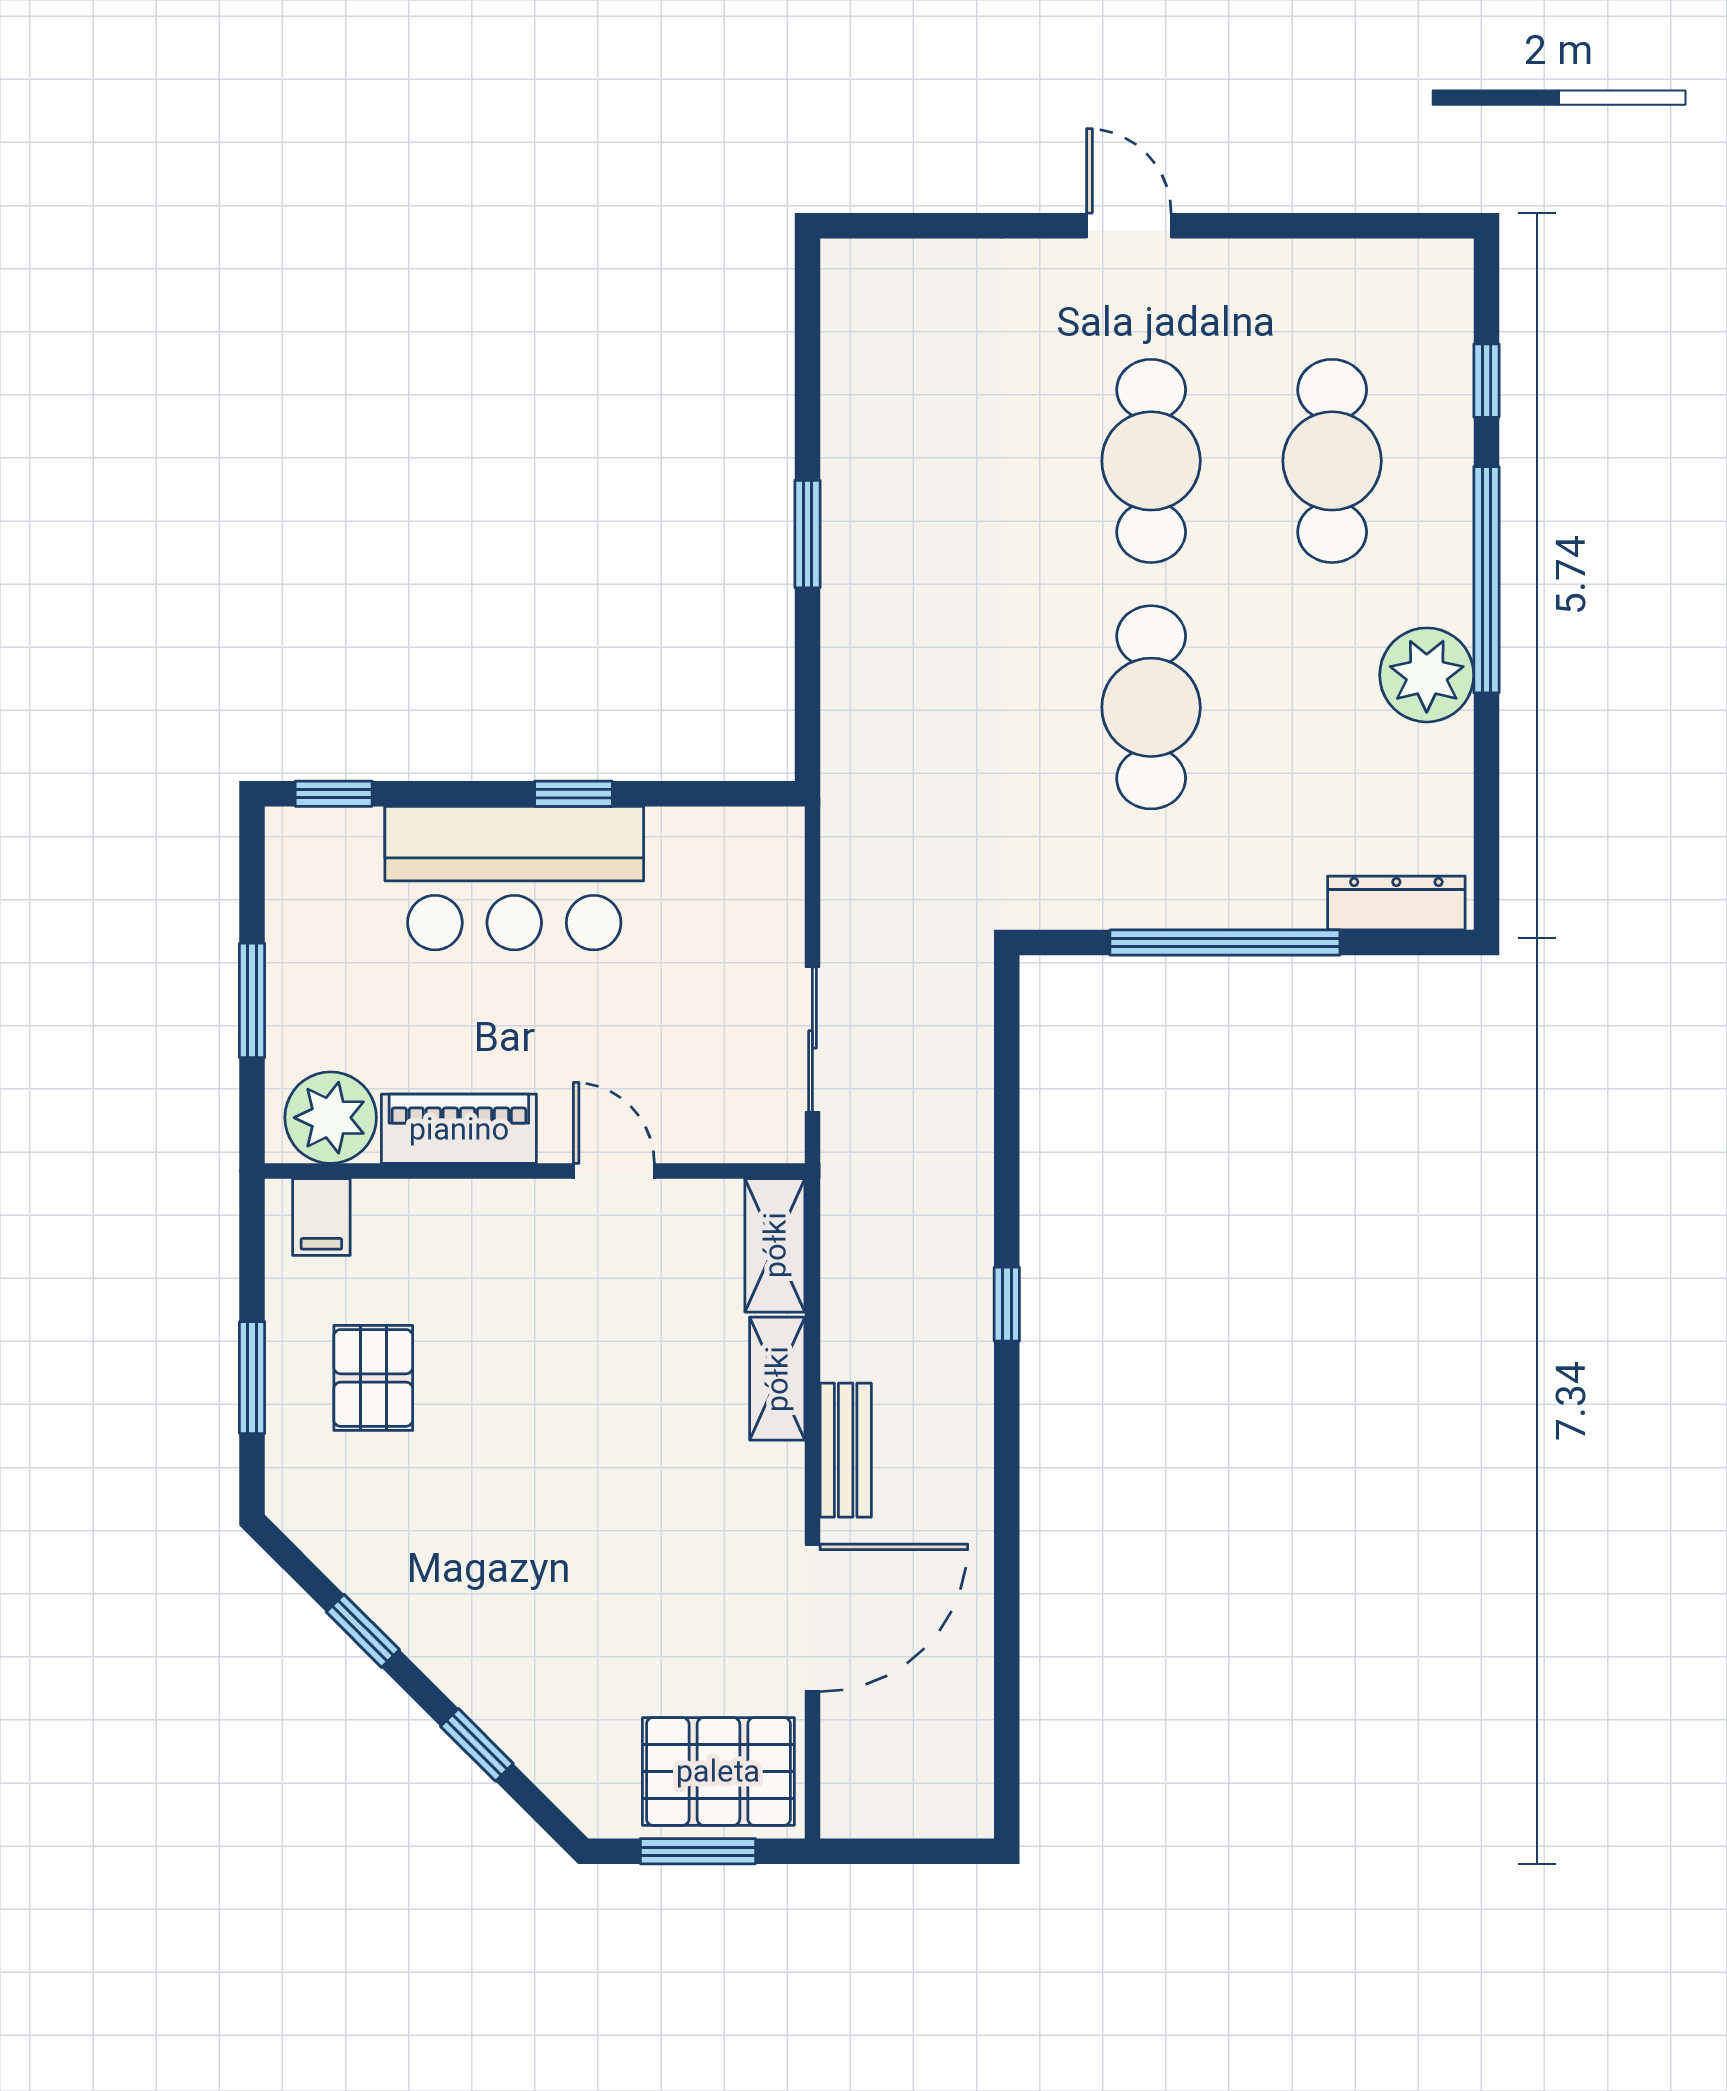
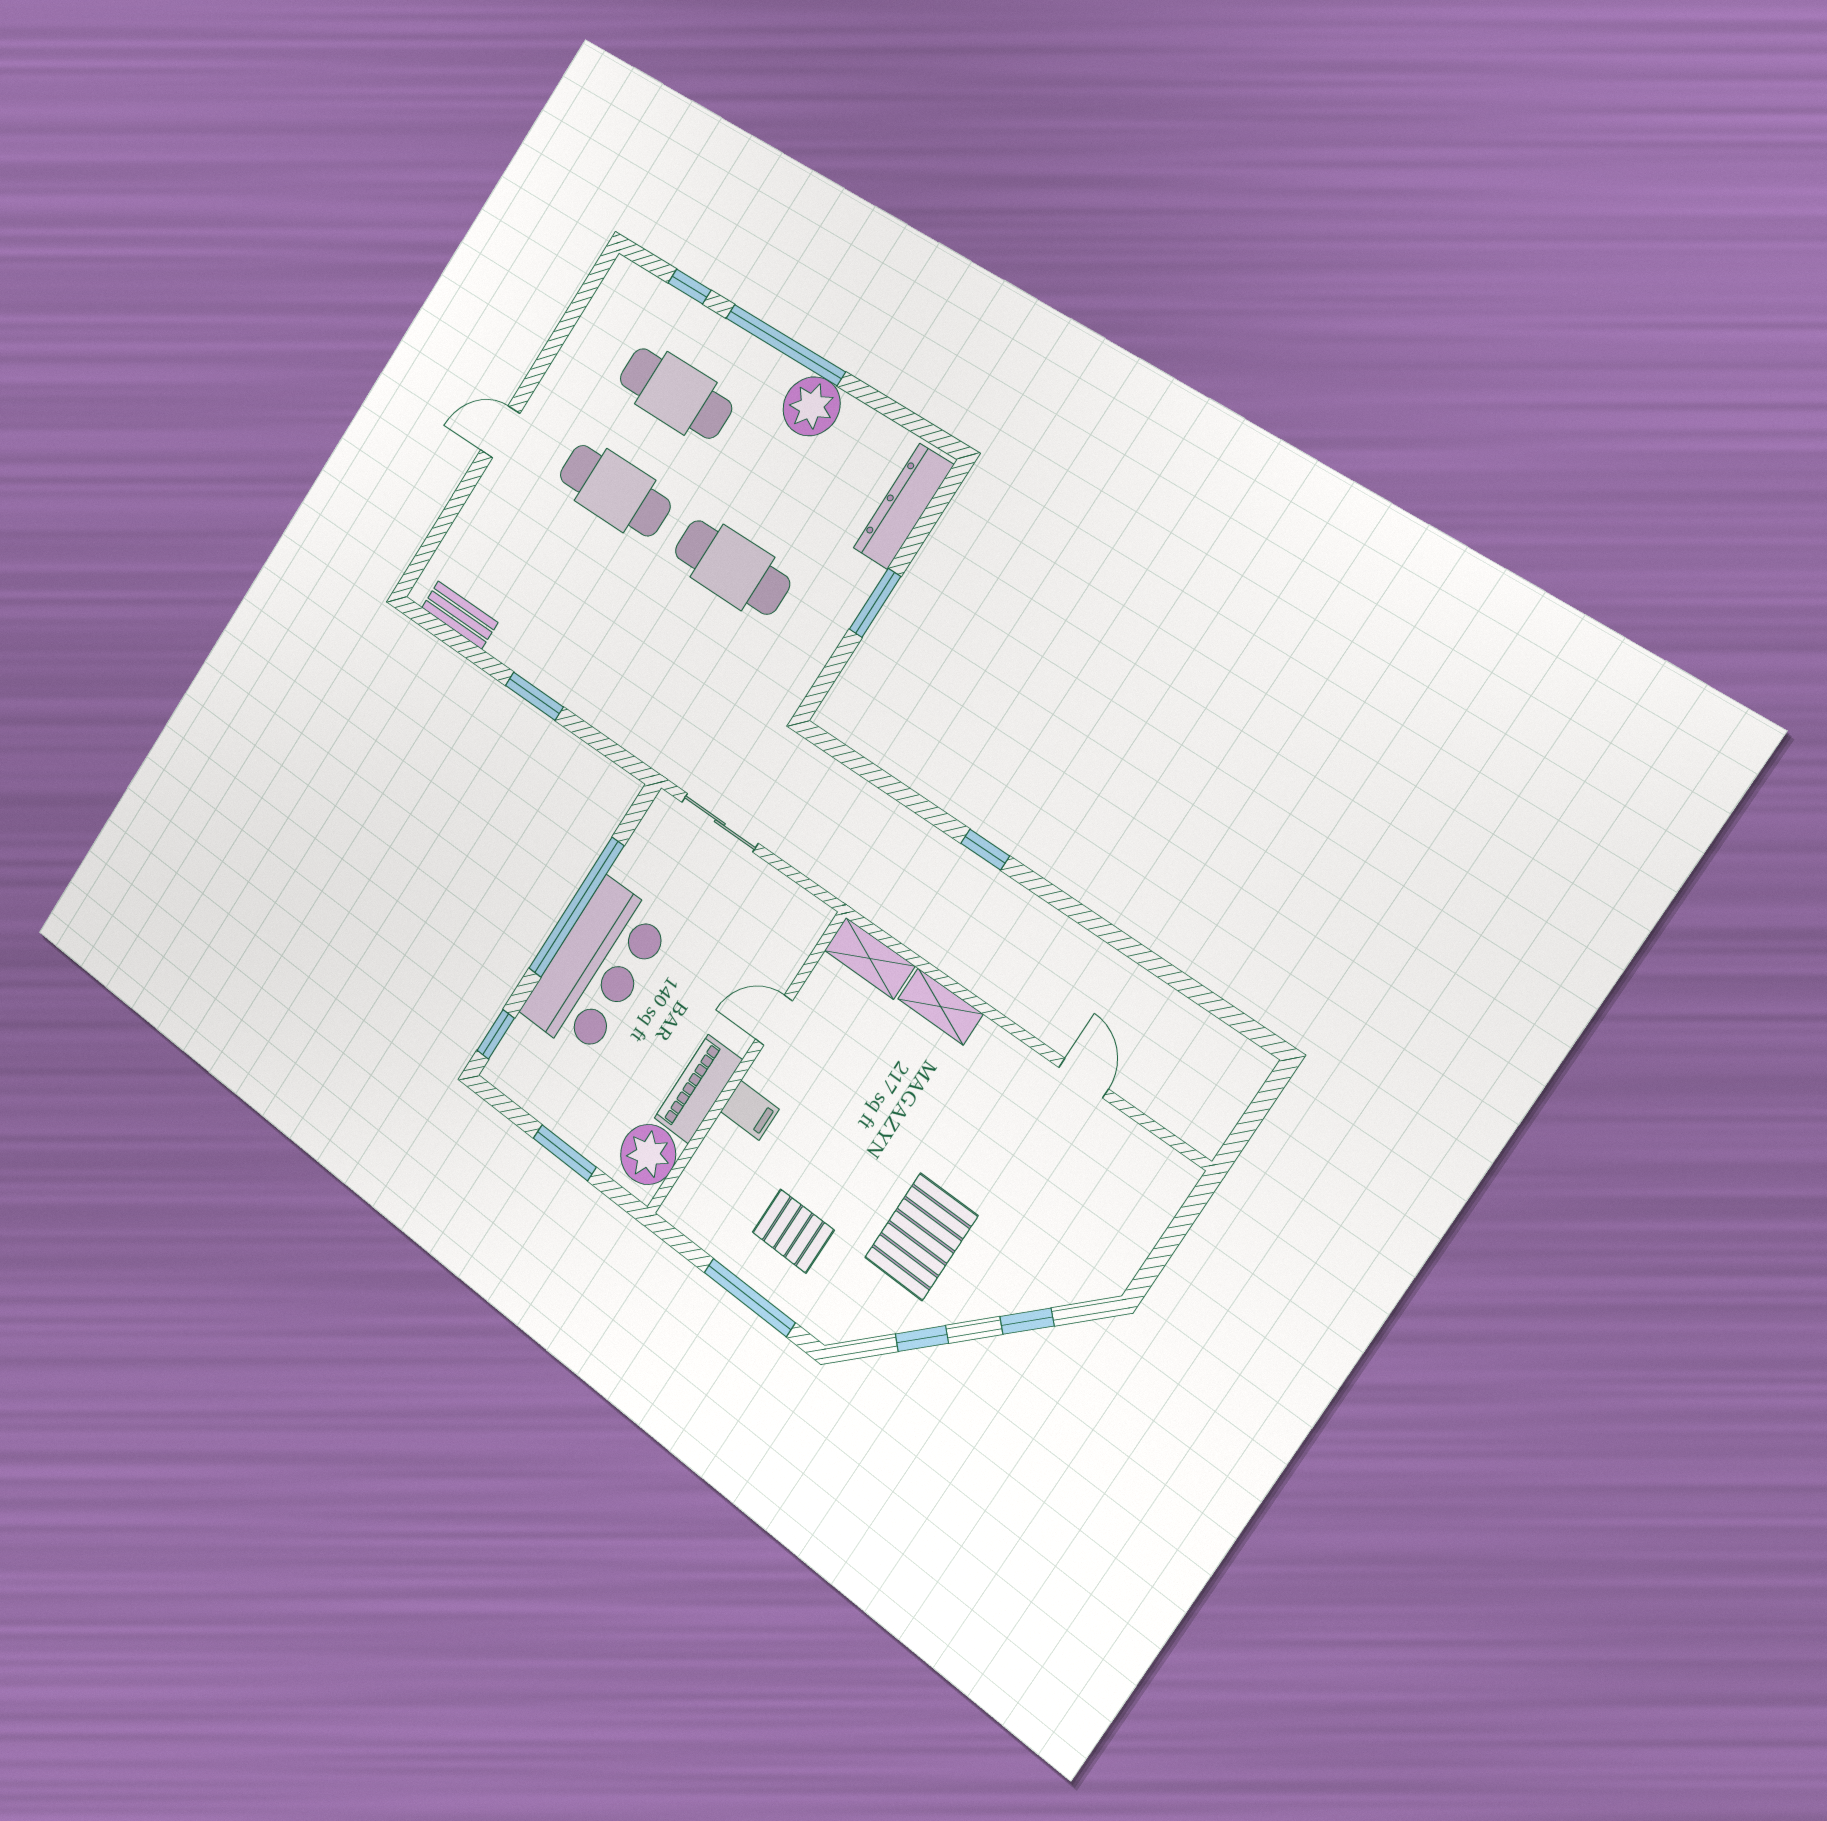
window: (573, 794) -> (576, 907), width x3.17
dresser: (1396, 903) -> (904, 506), width x1.37, depth x1.24
window: (1225, 943) -> (875, 603), width x0.47
sliding door: (812, 1039) -> (720, 823), moved
filing cabinet: (321, 1217) -> (750, 1110), moved
window: (252, 1378) -> (750, 1298), width x1.44
bench: (846, 1450) -> (460, 615), moved
door: (812, 1618) -> (1084, 1078), width x0.53
pallet: (718, 1771) -> (921, 1237), moved
window: (698, 1851) -> (1172, 1238), removed

